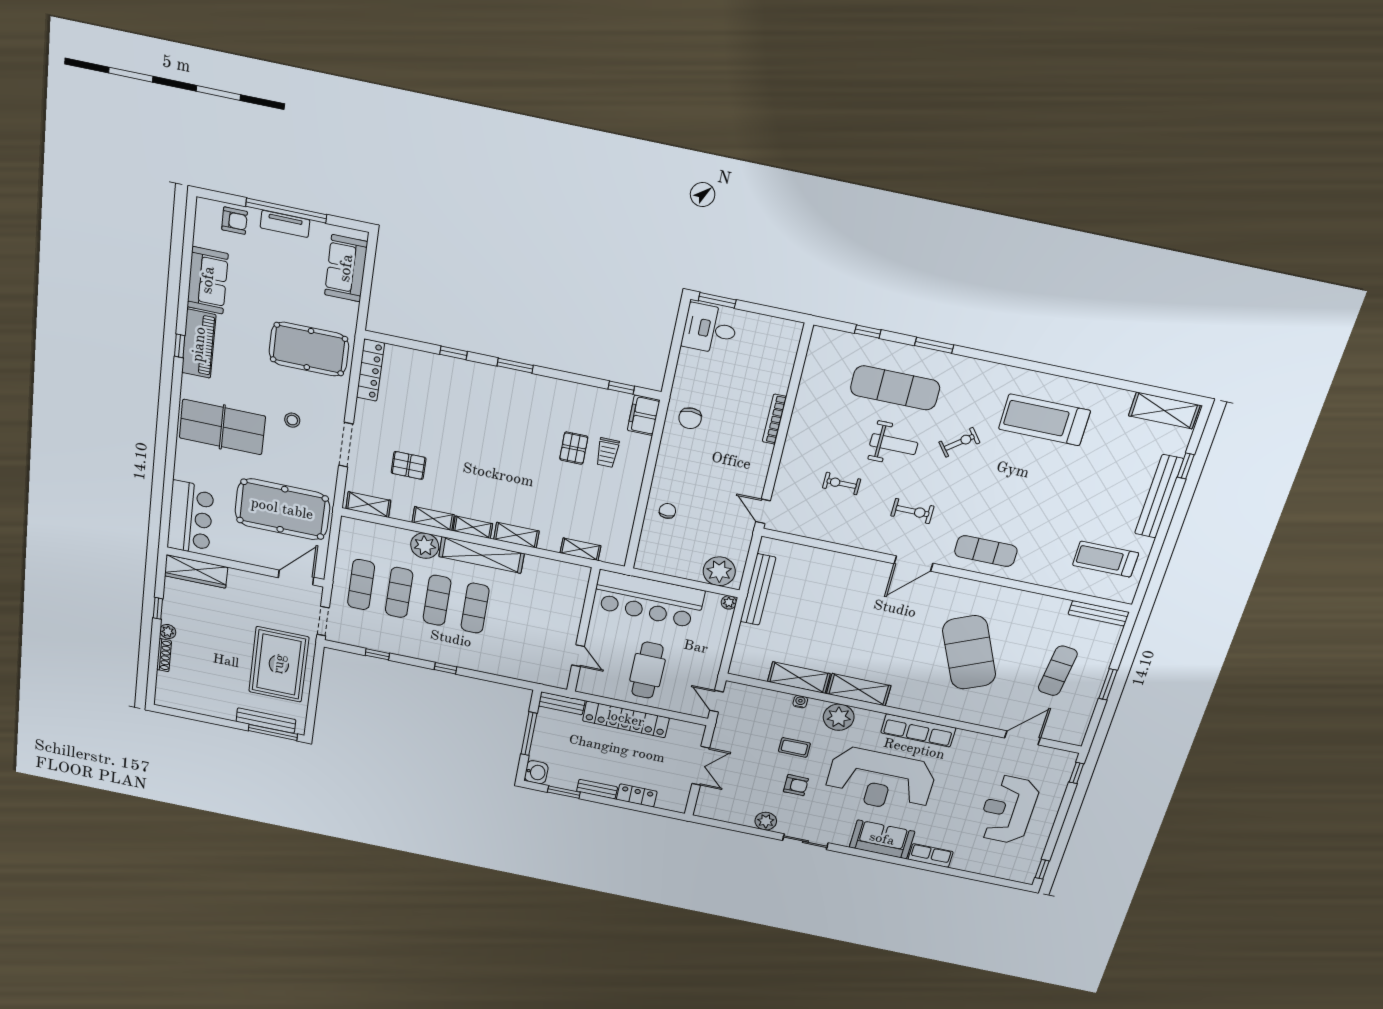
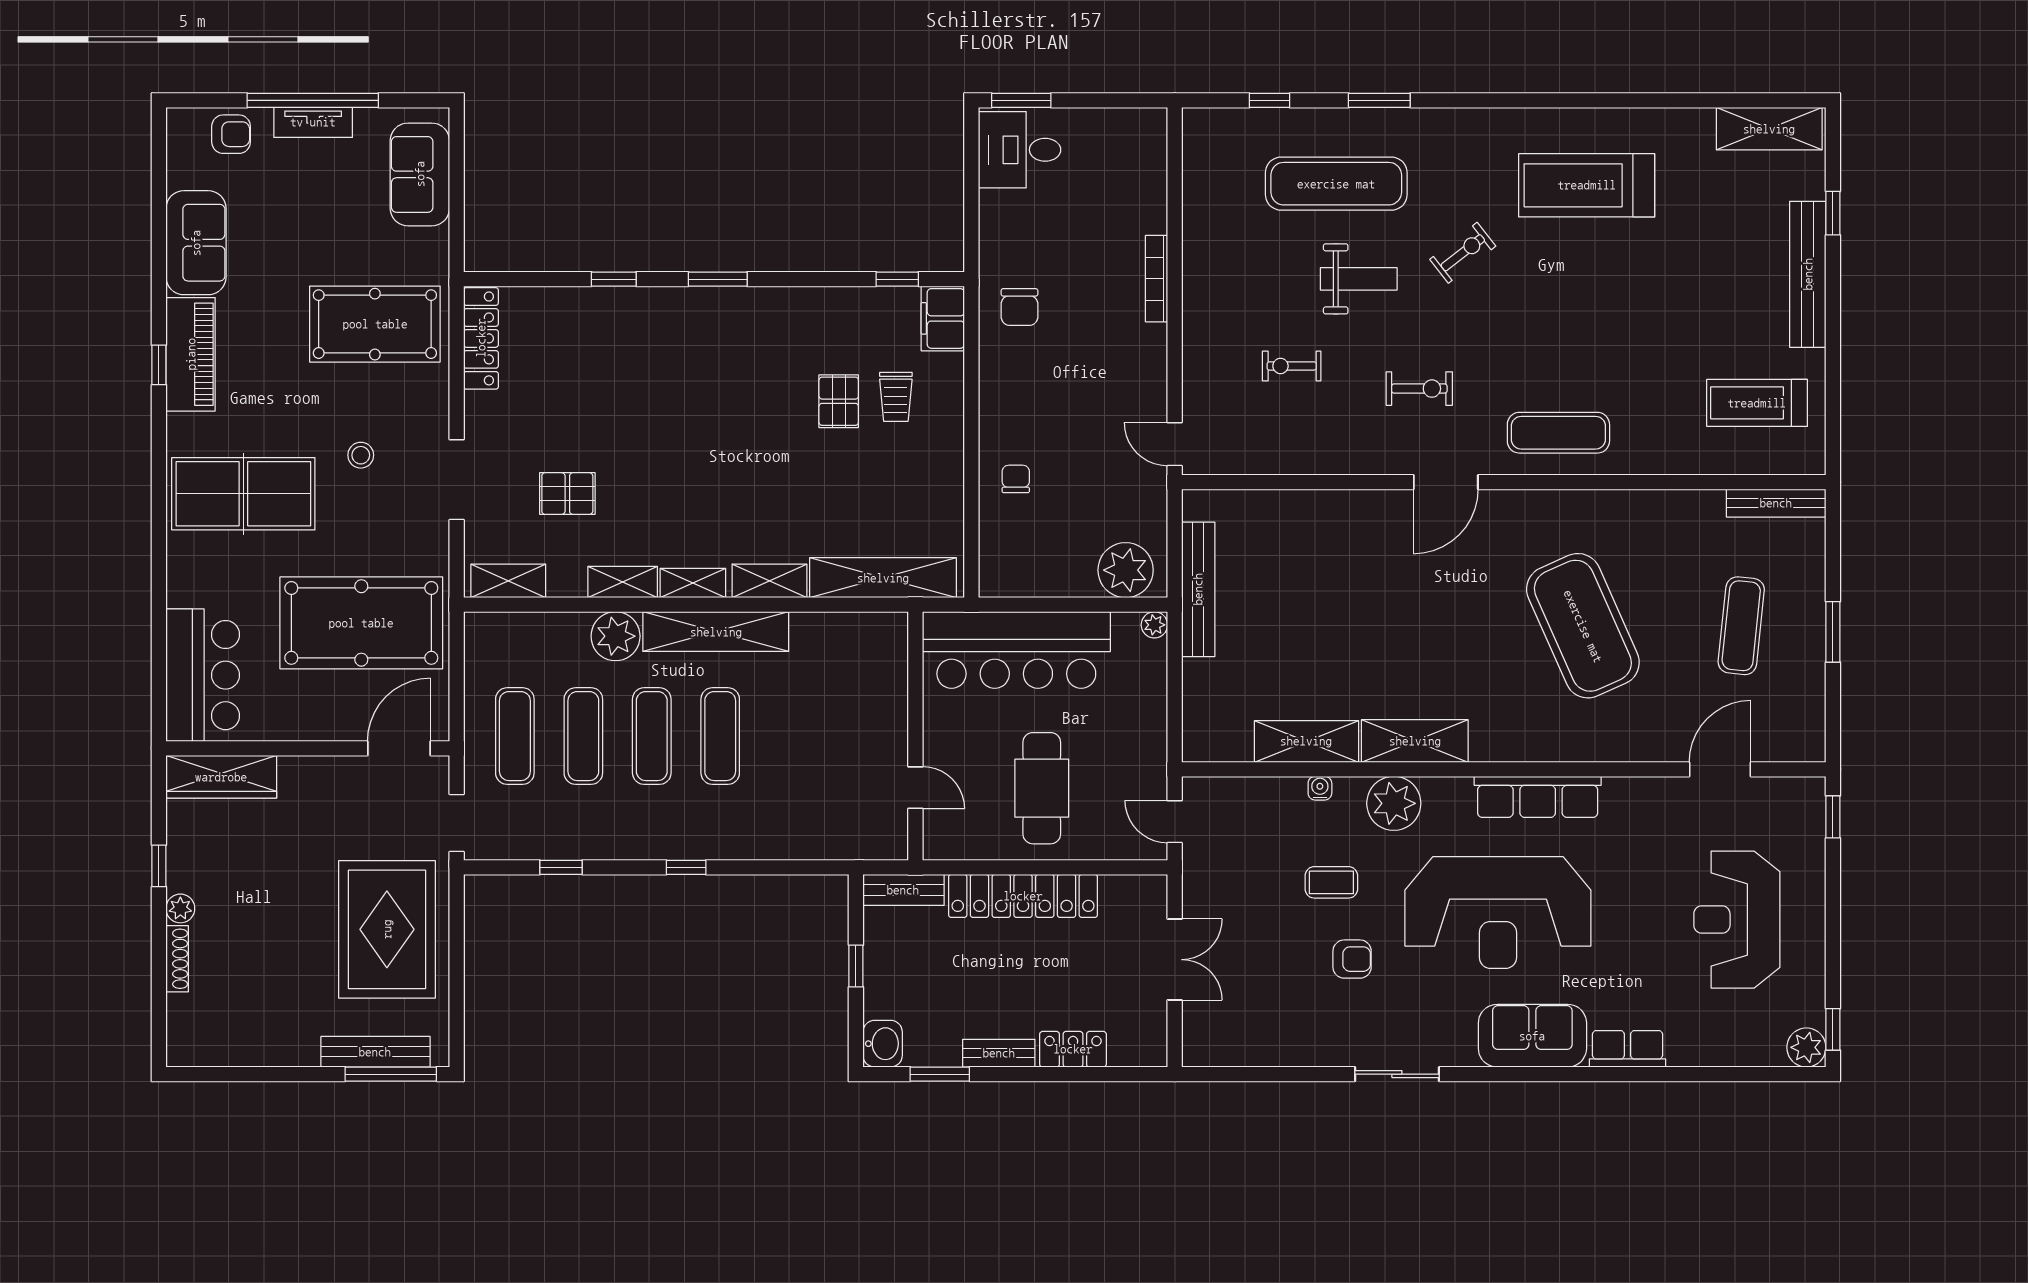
shelving: (580, 549) -> (883, 578), width x2.20, depth x1.33
window: (529, 734) -> (856, 966), width x0.46
plant: (766, 821) -> (1806, 1047), moved

